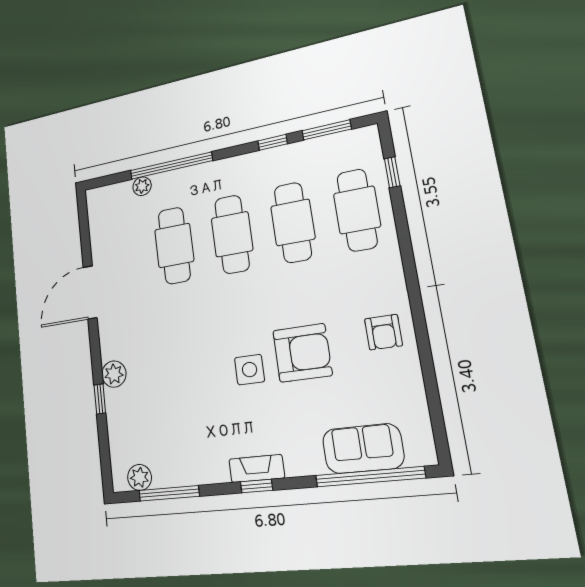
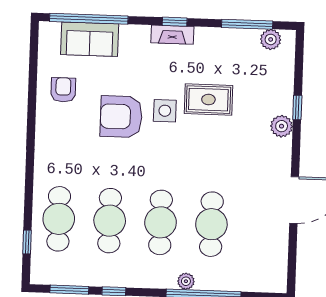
plant: (142, 186) -> (186, 281), moved
armchair: (383, 332) -> (63, 90), moved
rug: (200, 392) -> (208, 100), added

